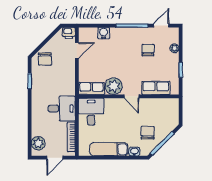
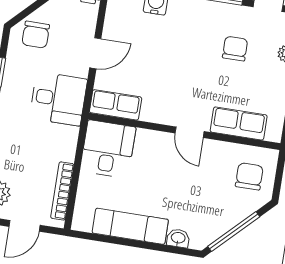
door: (77, 50) -> (95, 53), moved
plant: (114, 86) -> (159, 107), removed
desk: (62, 109) -> (58, 99), moved
chair: (148, 133) -> (249, 176), moved

